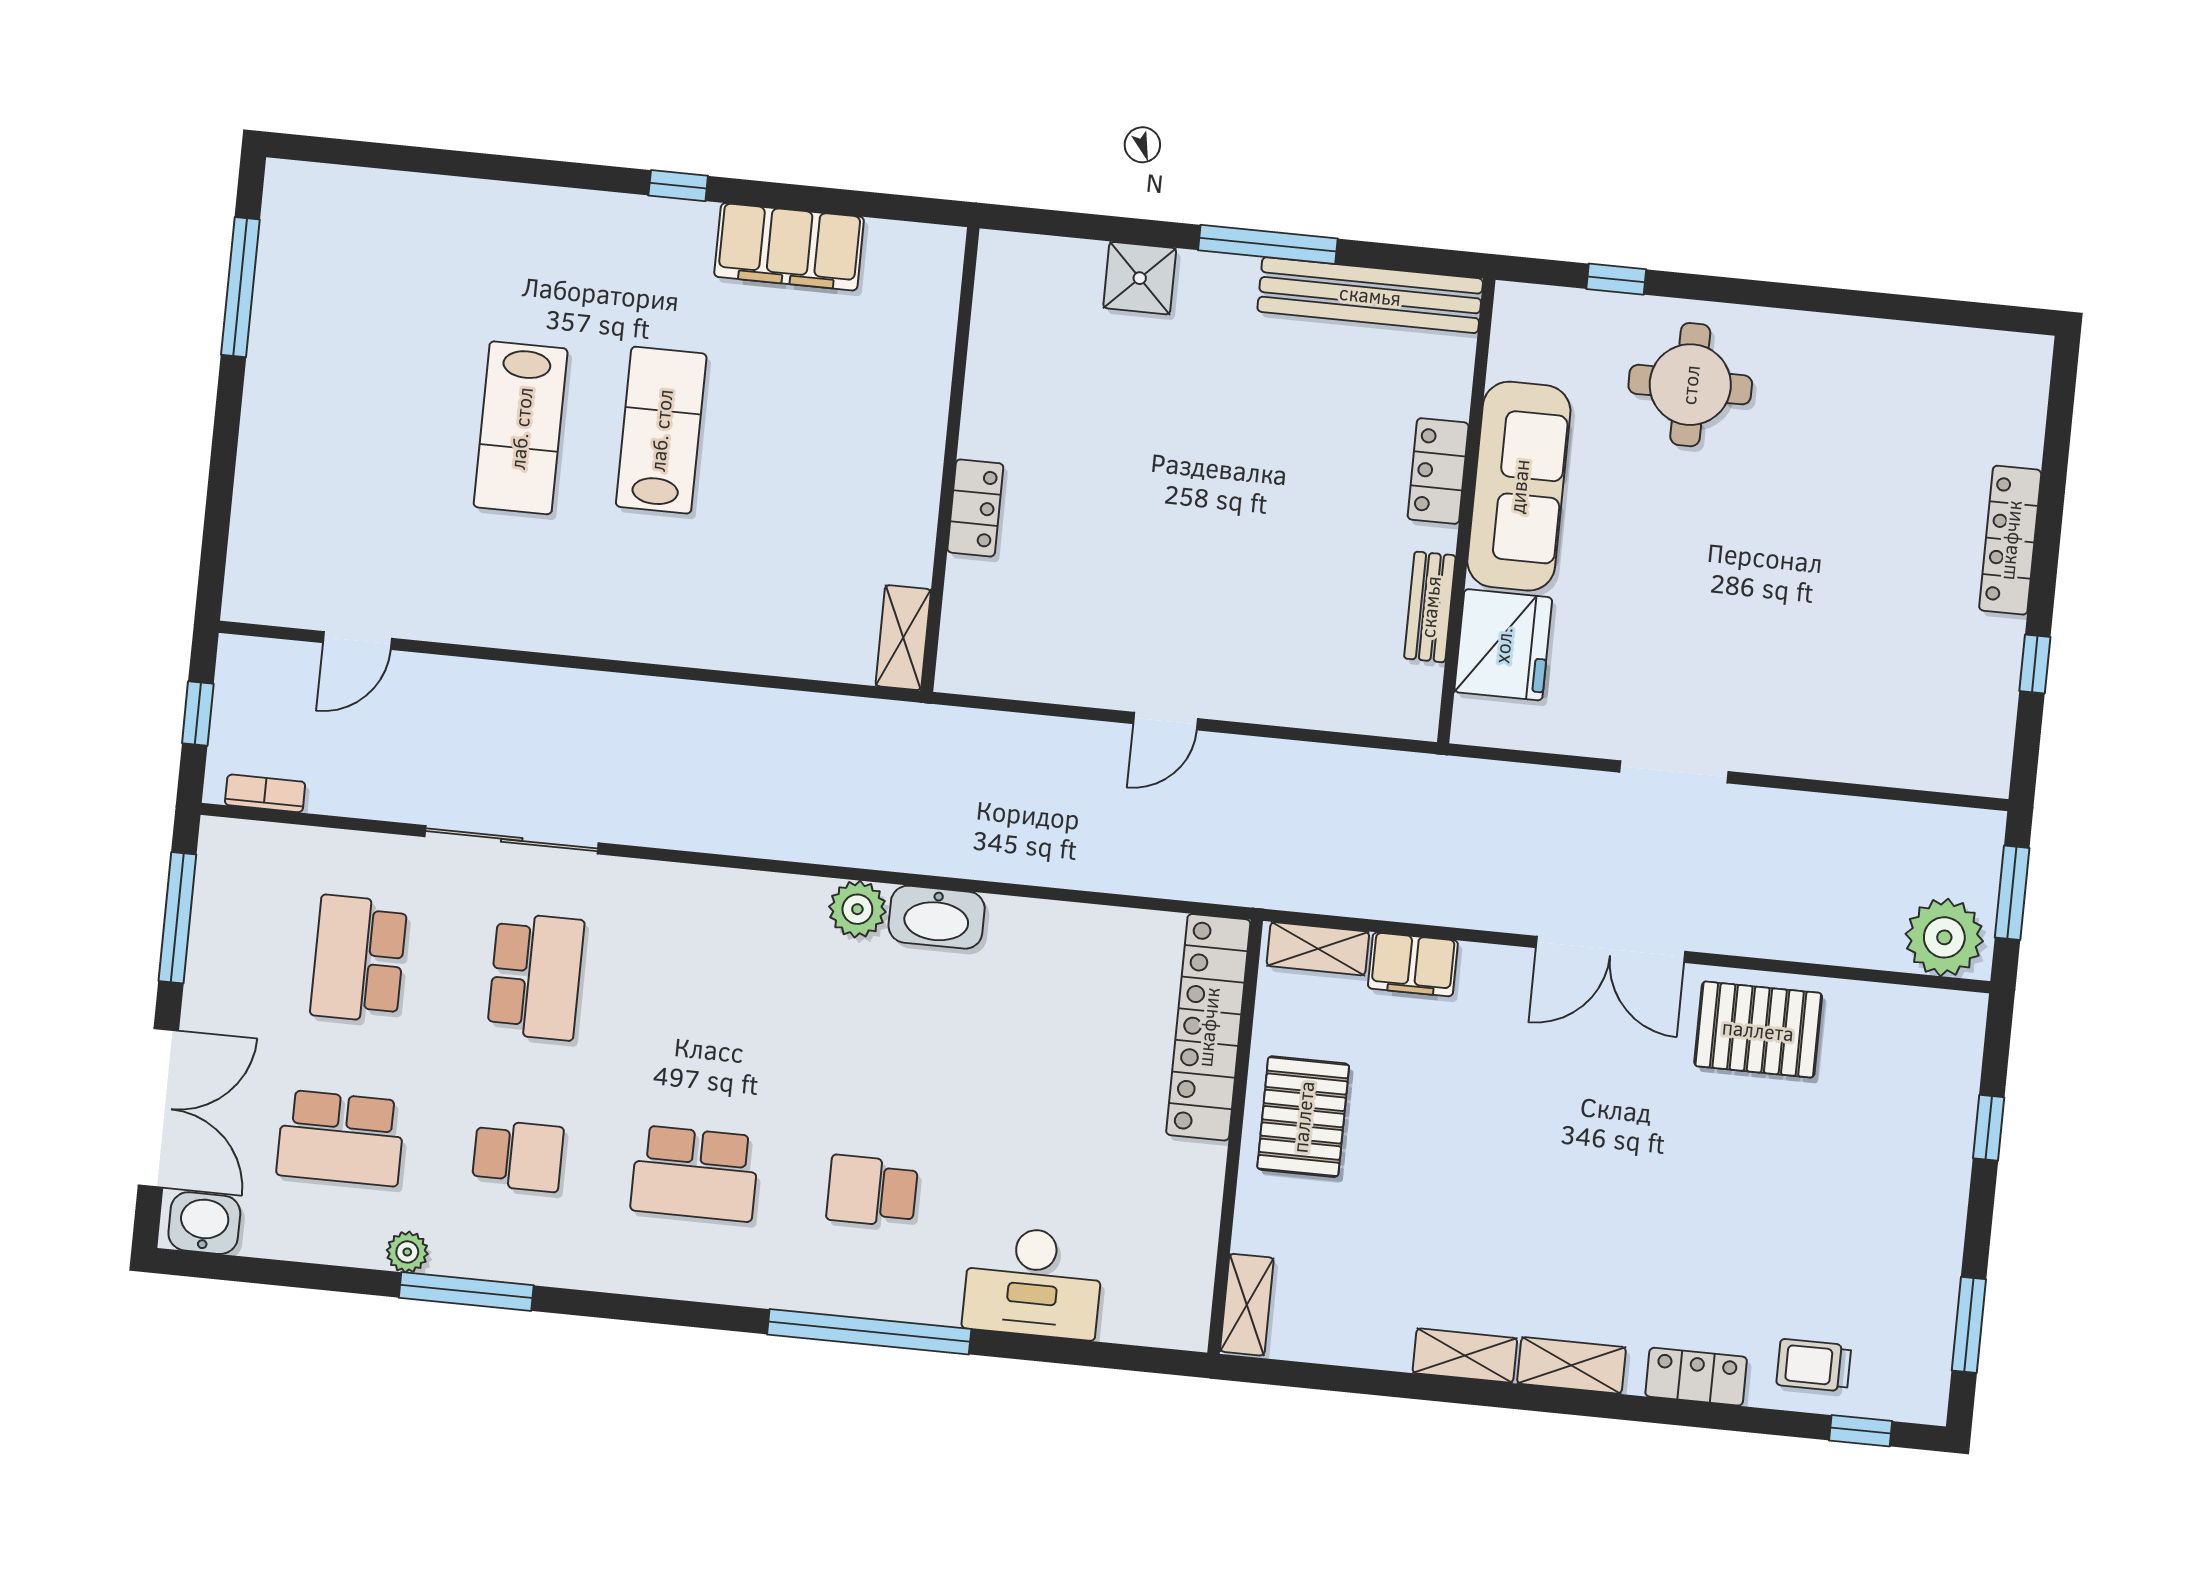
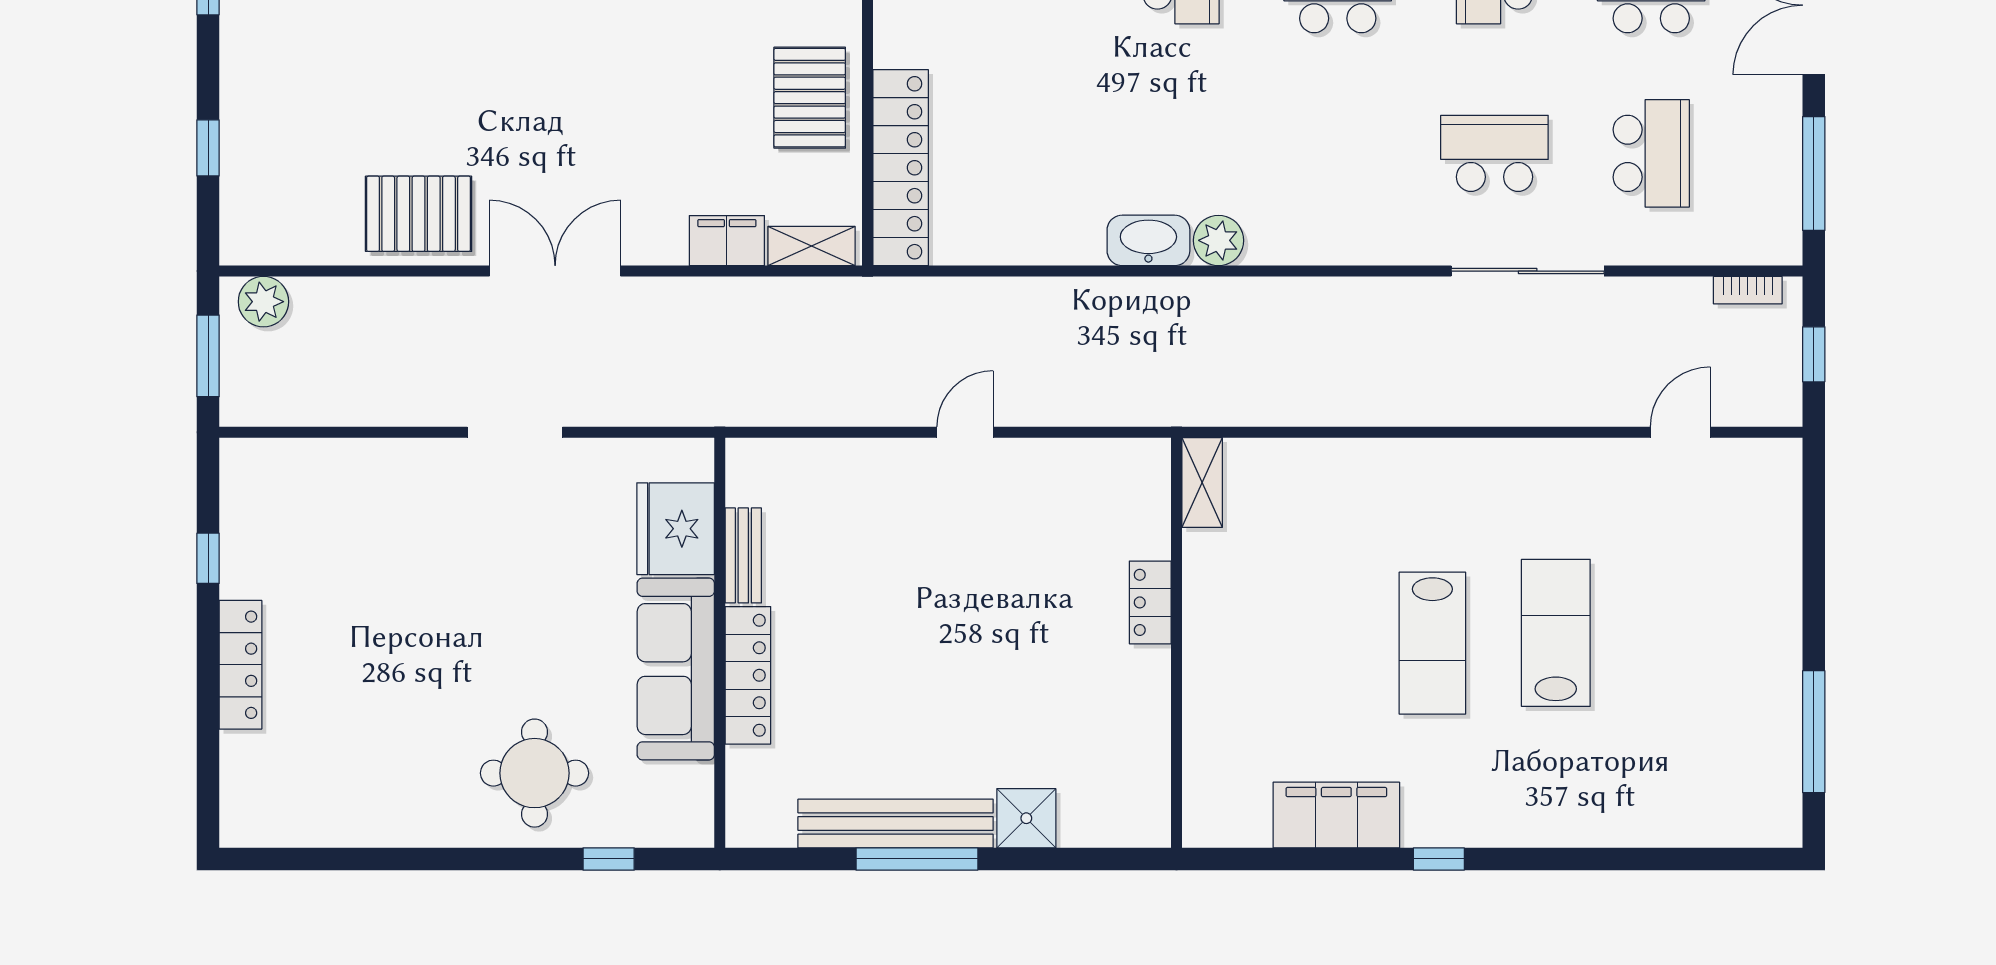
bench: (1370, 295) -> (896, 823), moved
locker: (1438, 471) -> (748, 675), width x1.53
plant: (1944, 937) -> (263, 302), width x0.73, depth x0.73
school desk: (536, 976) -> (1494, 153), turned 90

